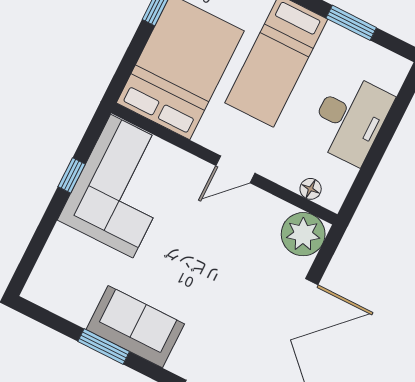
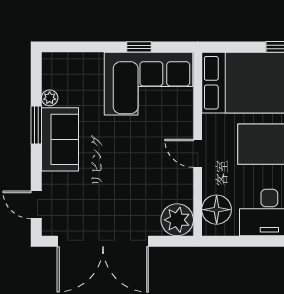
floor lamp: (311, 189) -> (217, 210), width x1.89, depth x1.89
plant: (79, 314) -> (50, 98), added

